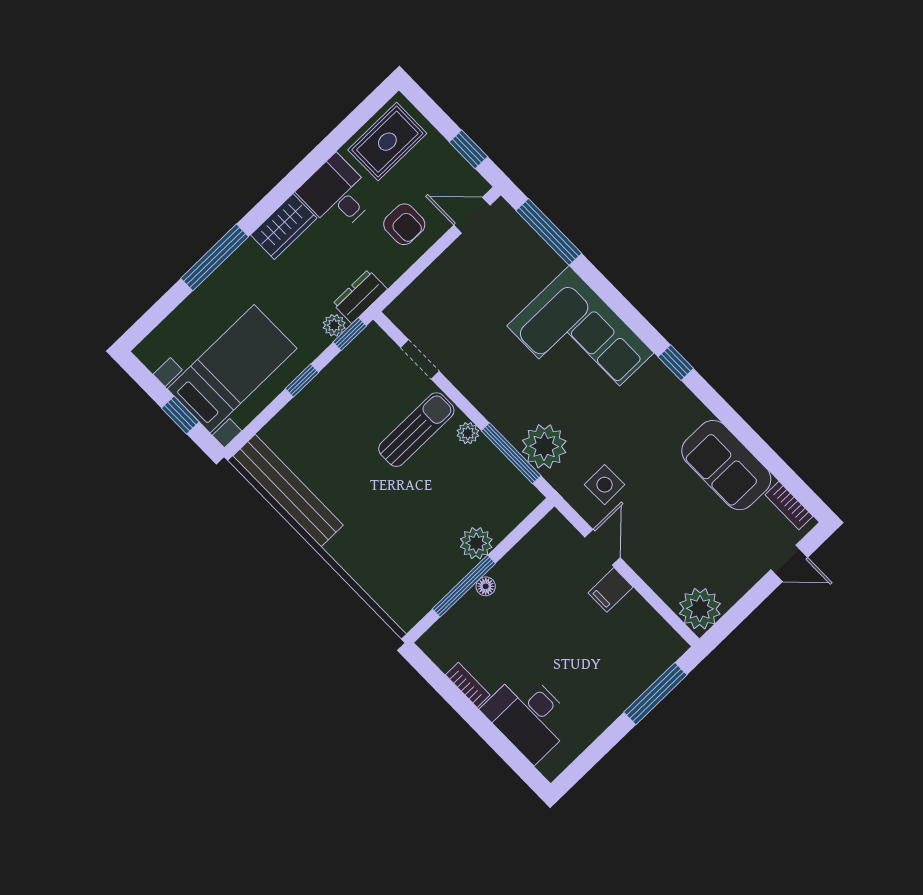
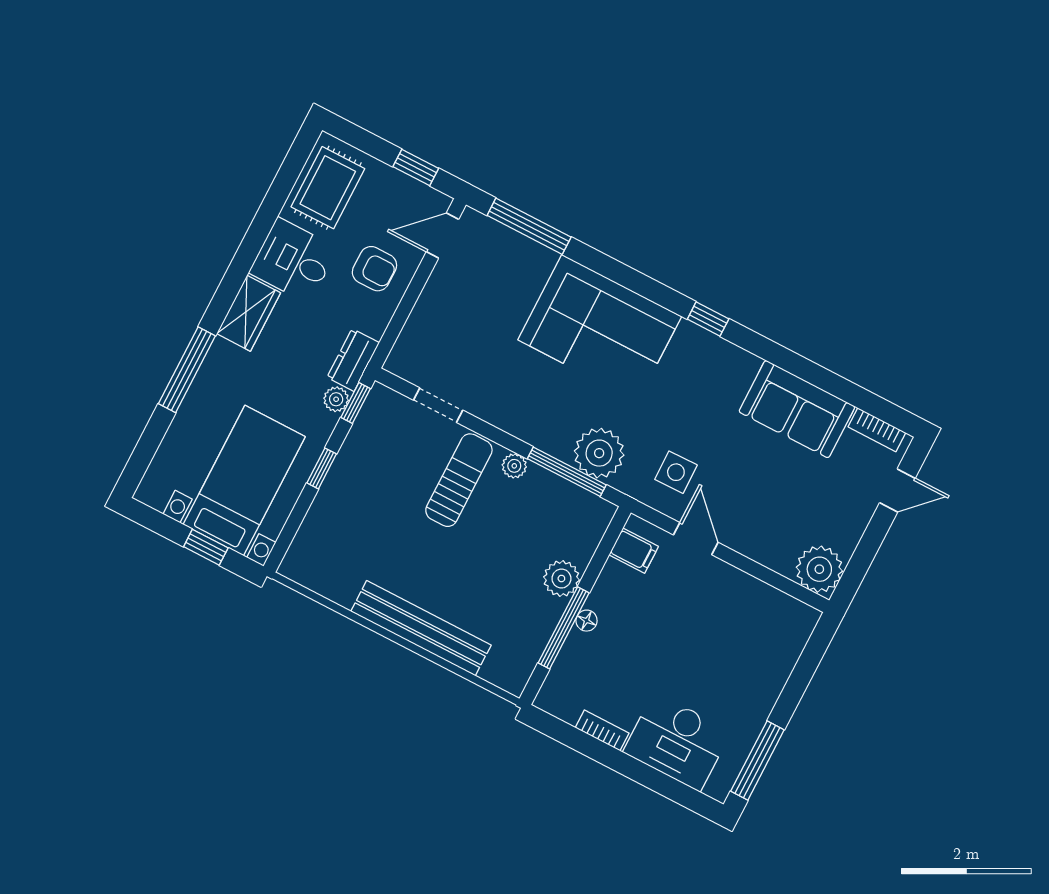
bench: (288, 491) -> (421, 628), moved
filing cabinet: (610, 590) -> (634, 551), moved, turned -90
window: (655, 694) -> (757, 761), moved

